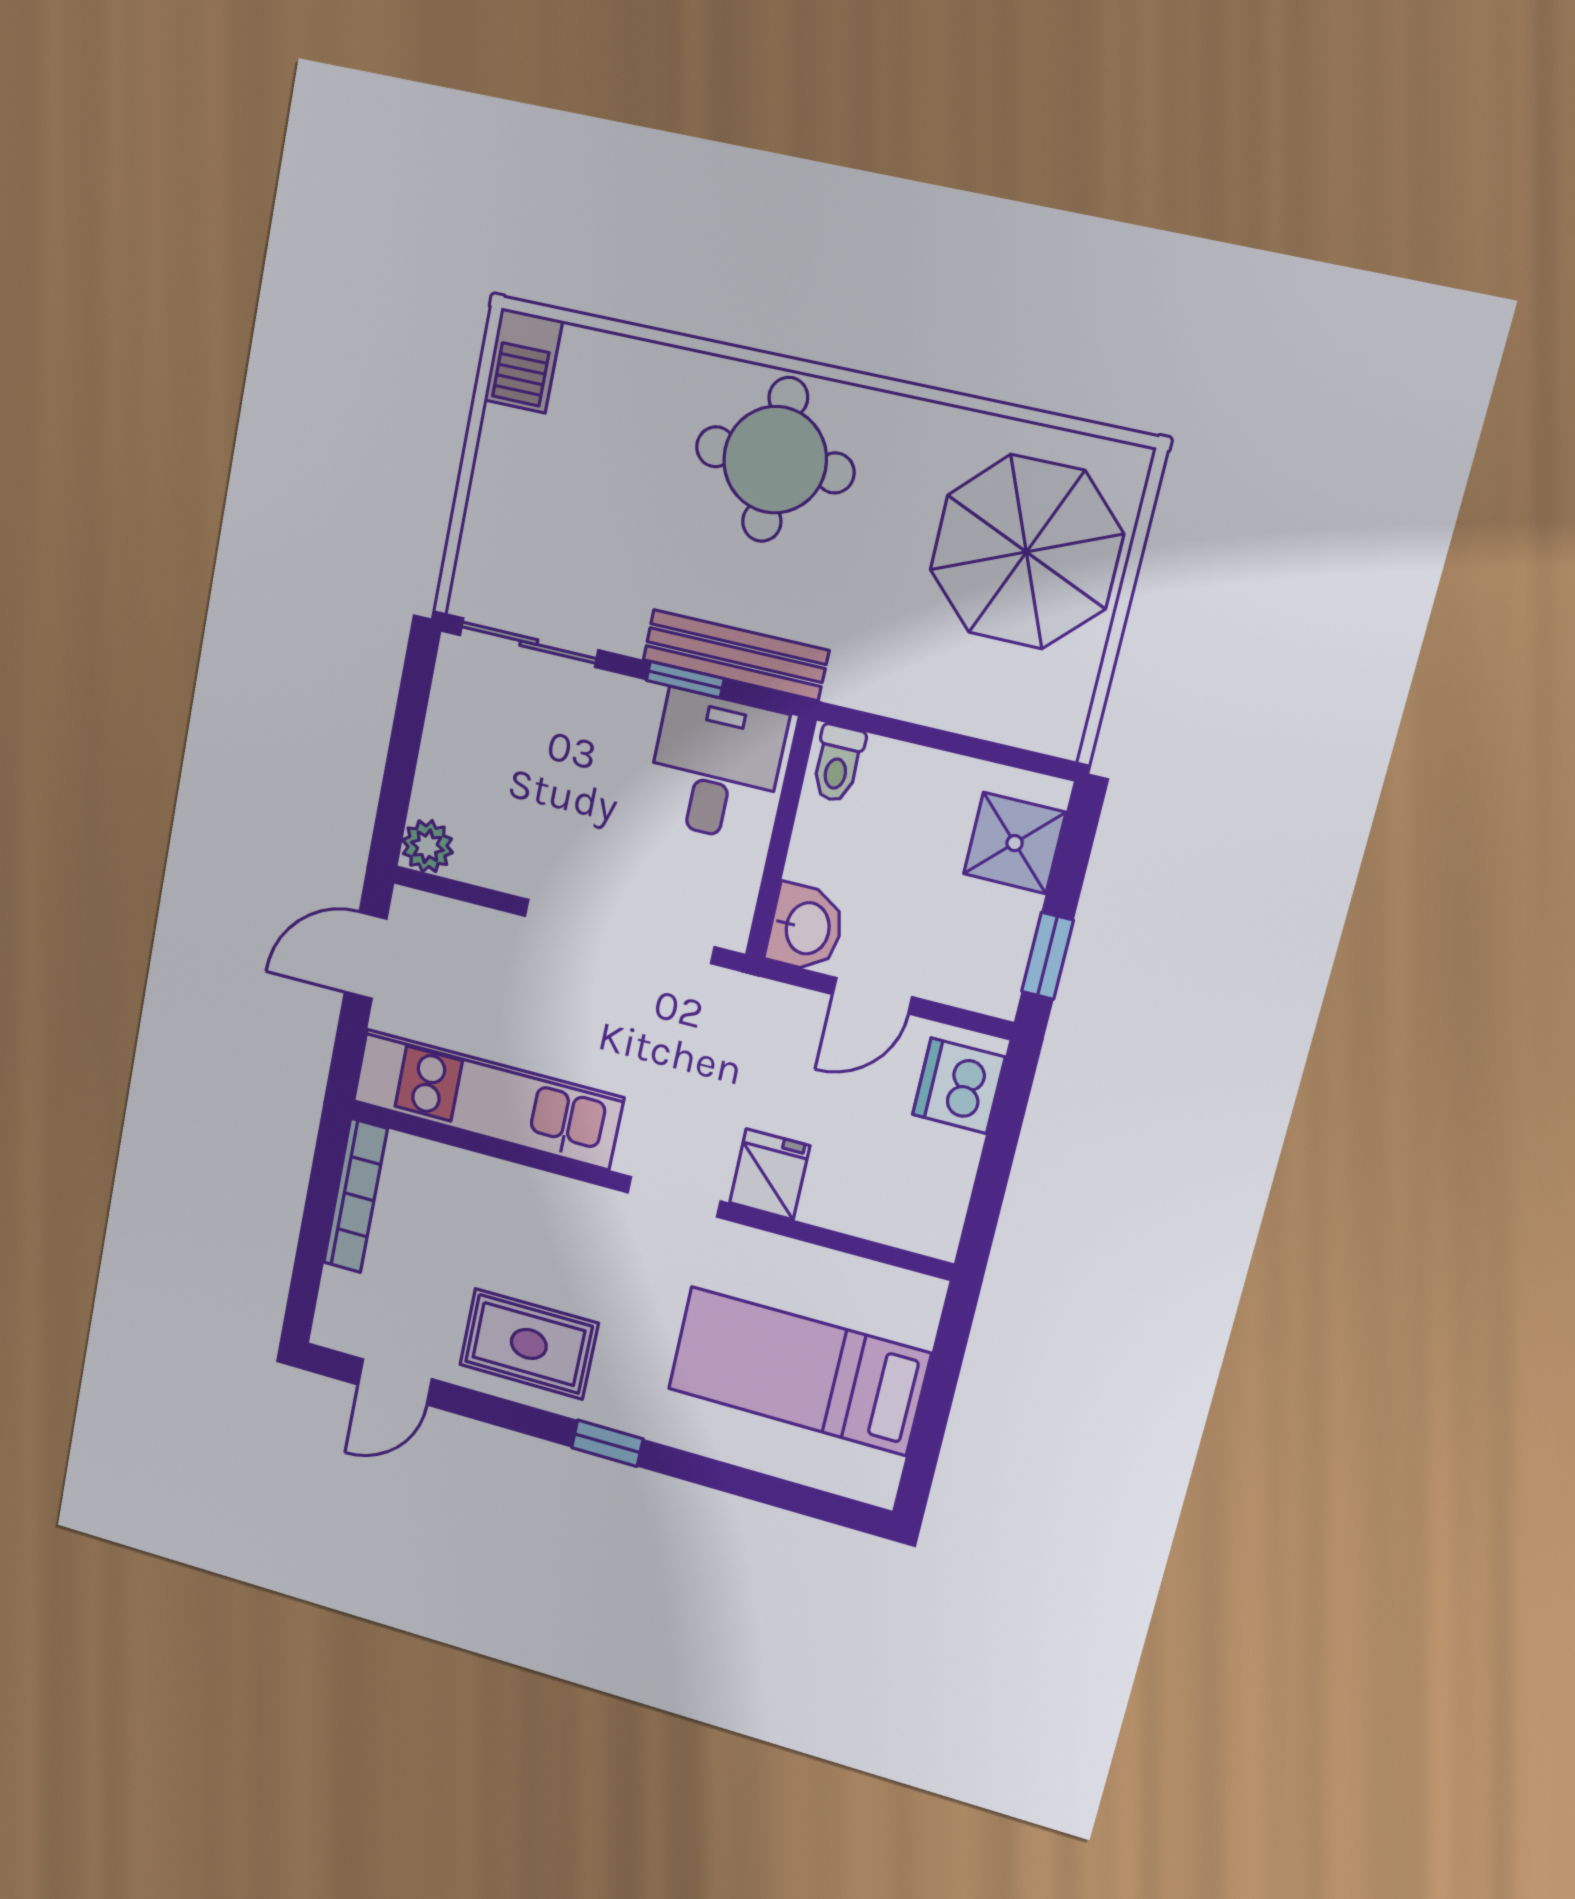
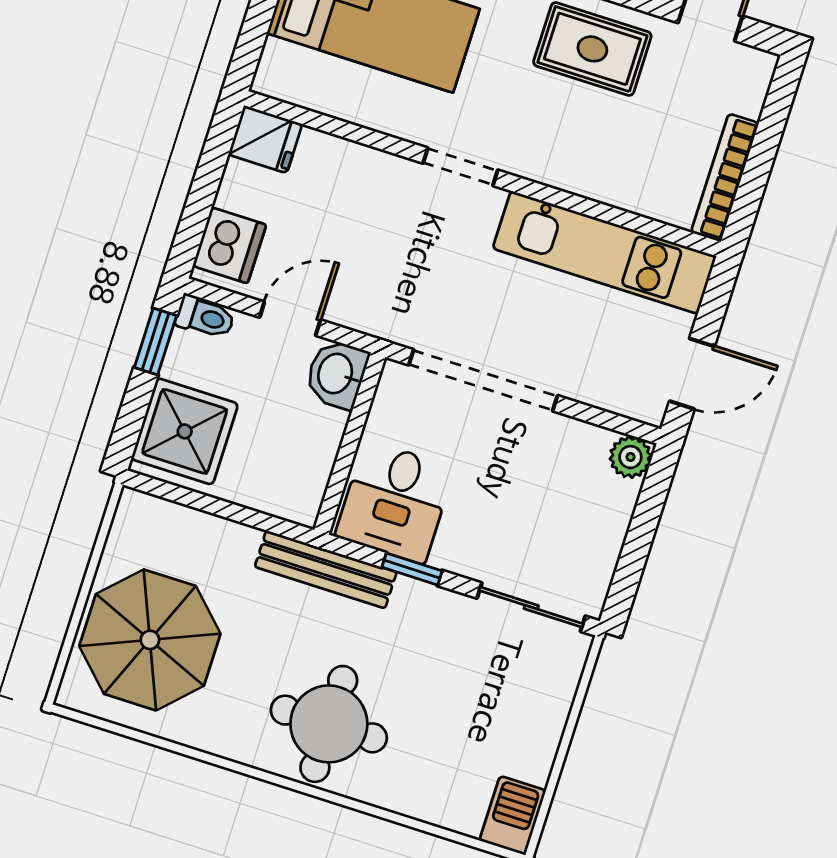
bench: (736, 655) -> (326, 569), moved
toilet: (838, 764) -> (205, 317), moved, turned 90
shower: (1015, 843) -> (185, 431), width x1.36, depth x1.36
fridge: (770, 1174) -> (265, 139), moved, turned -90

